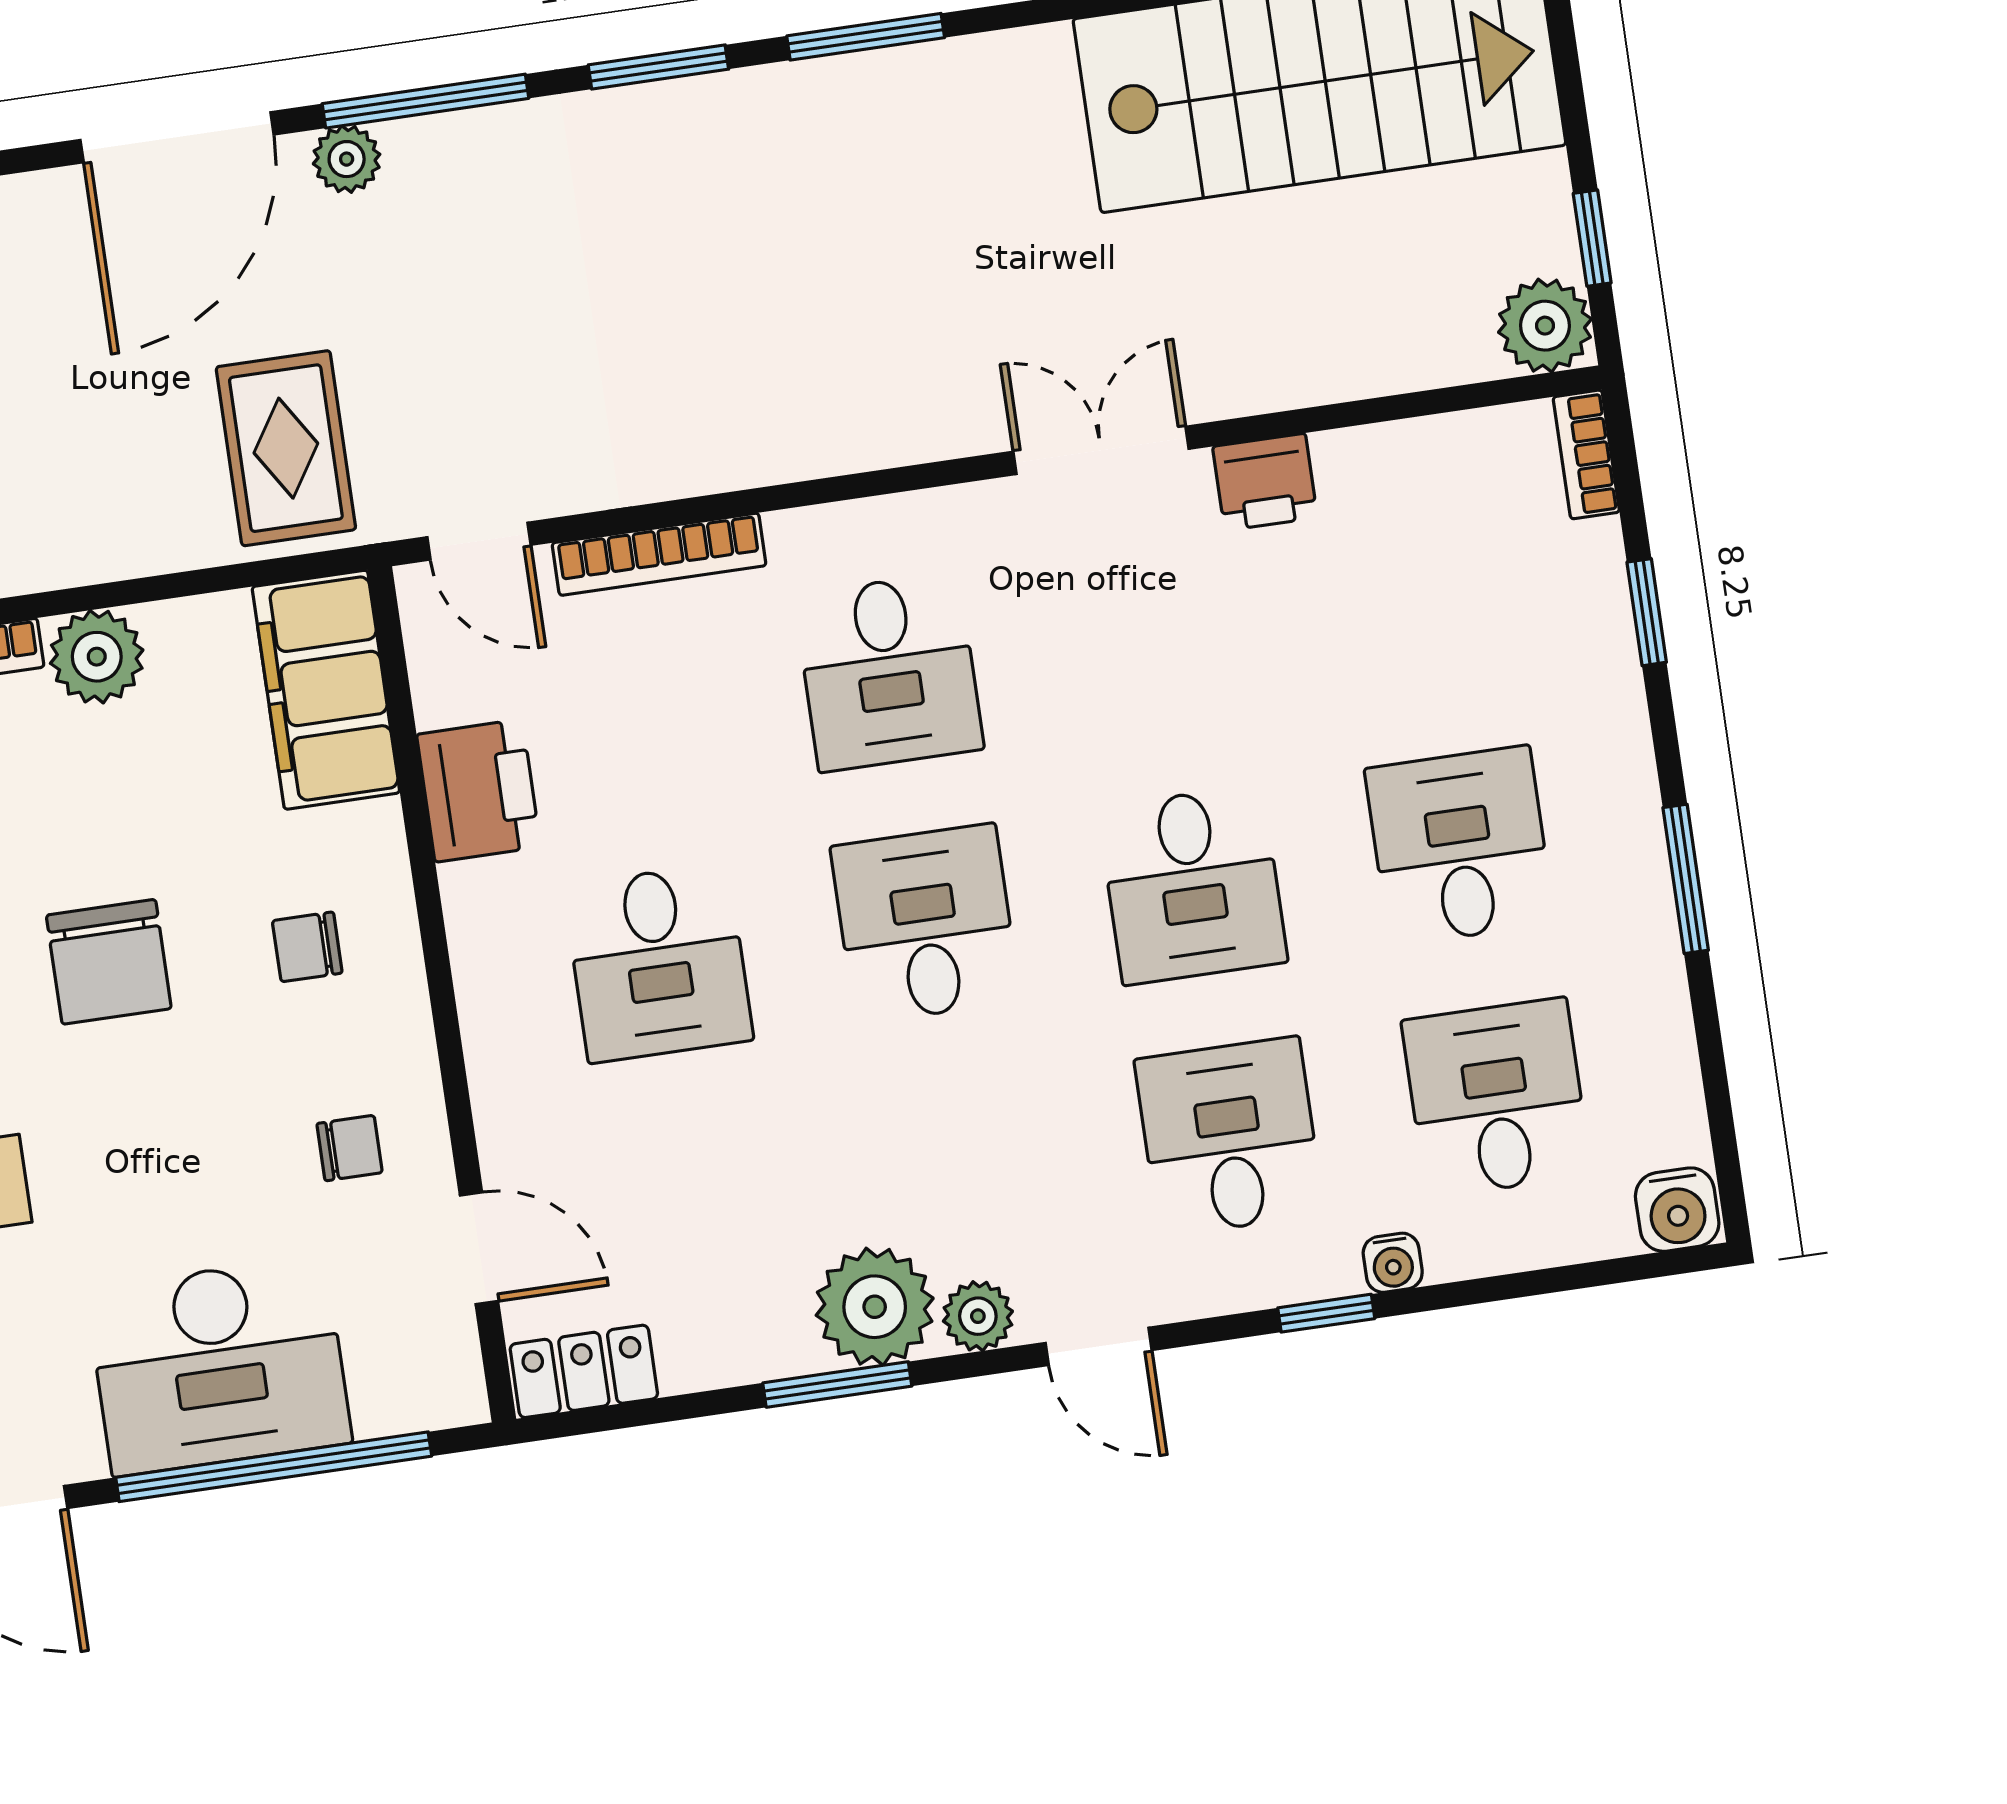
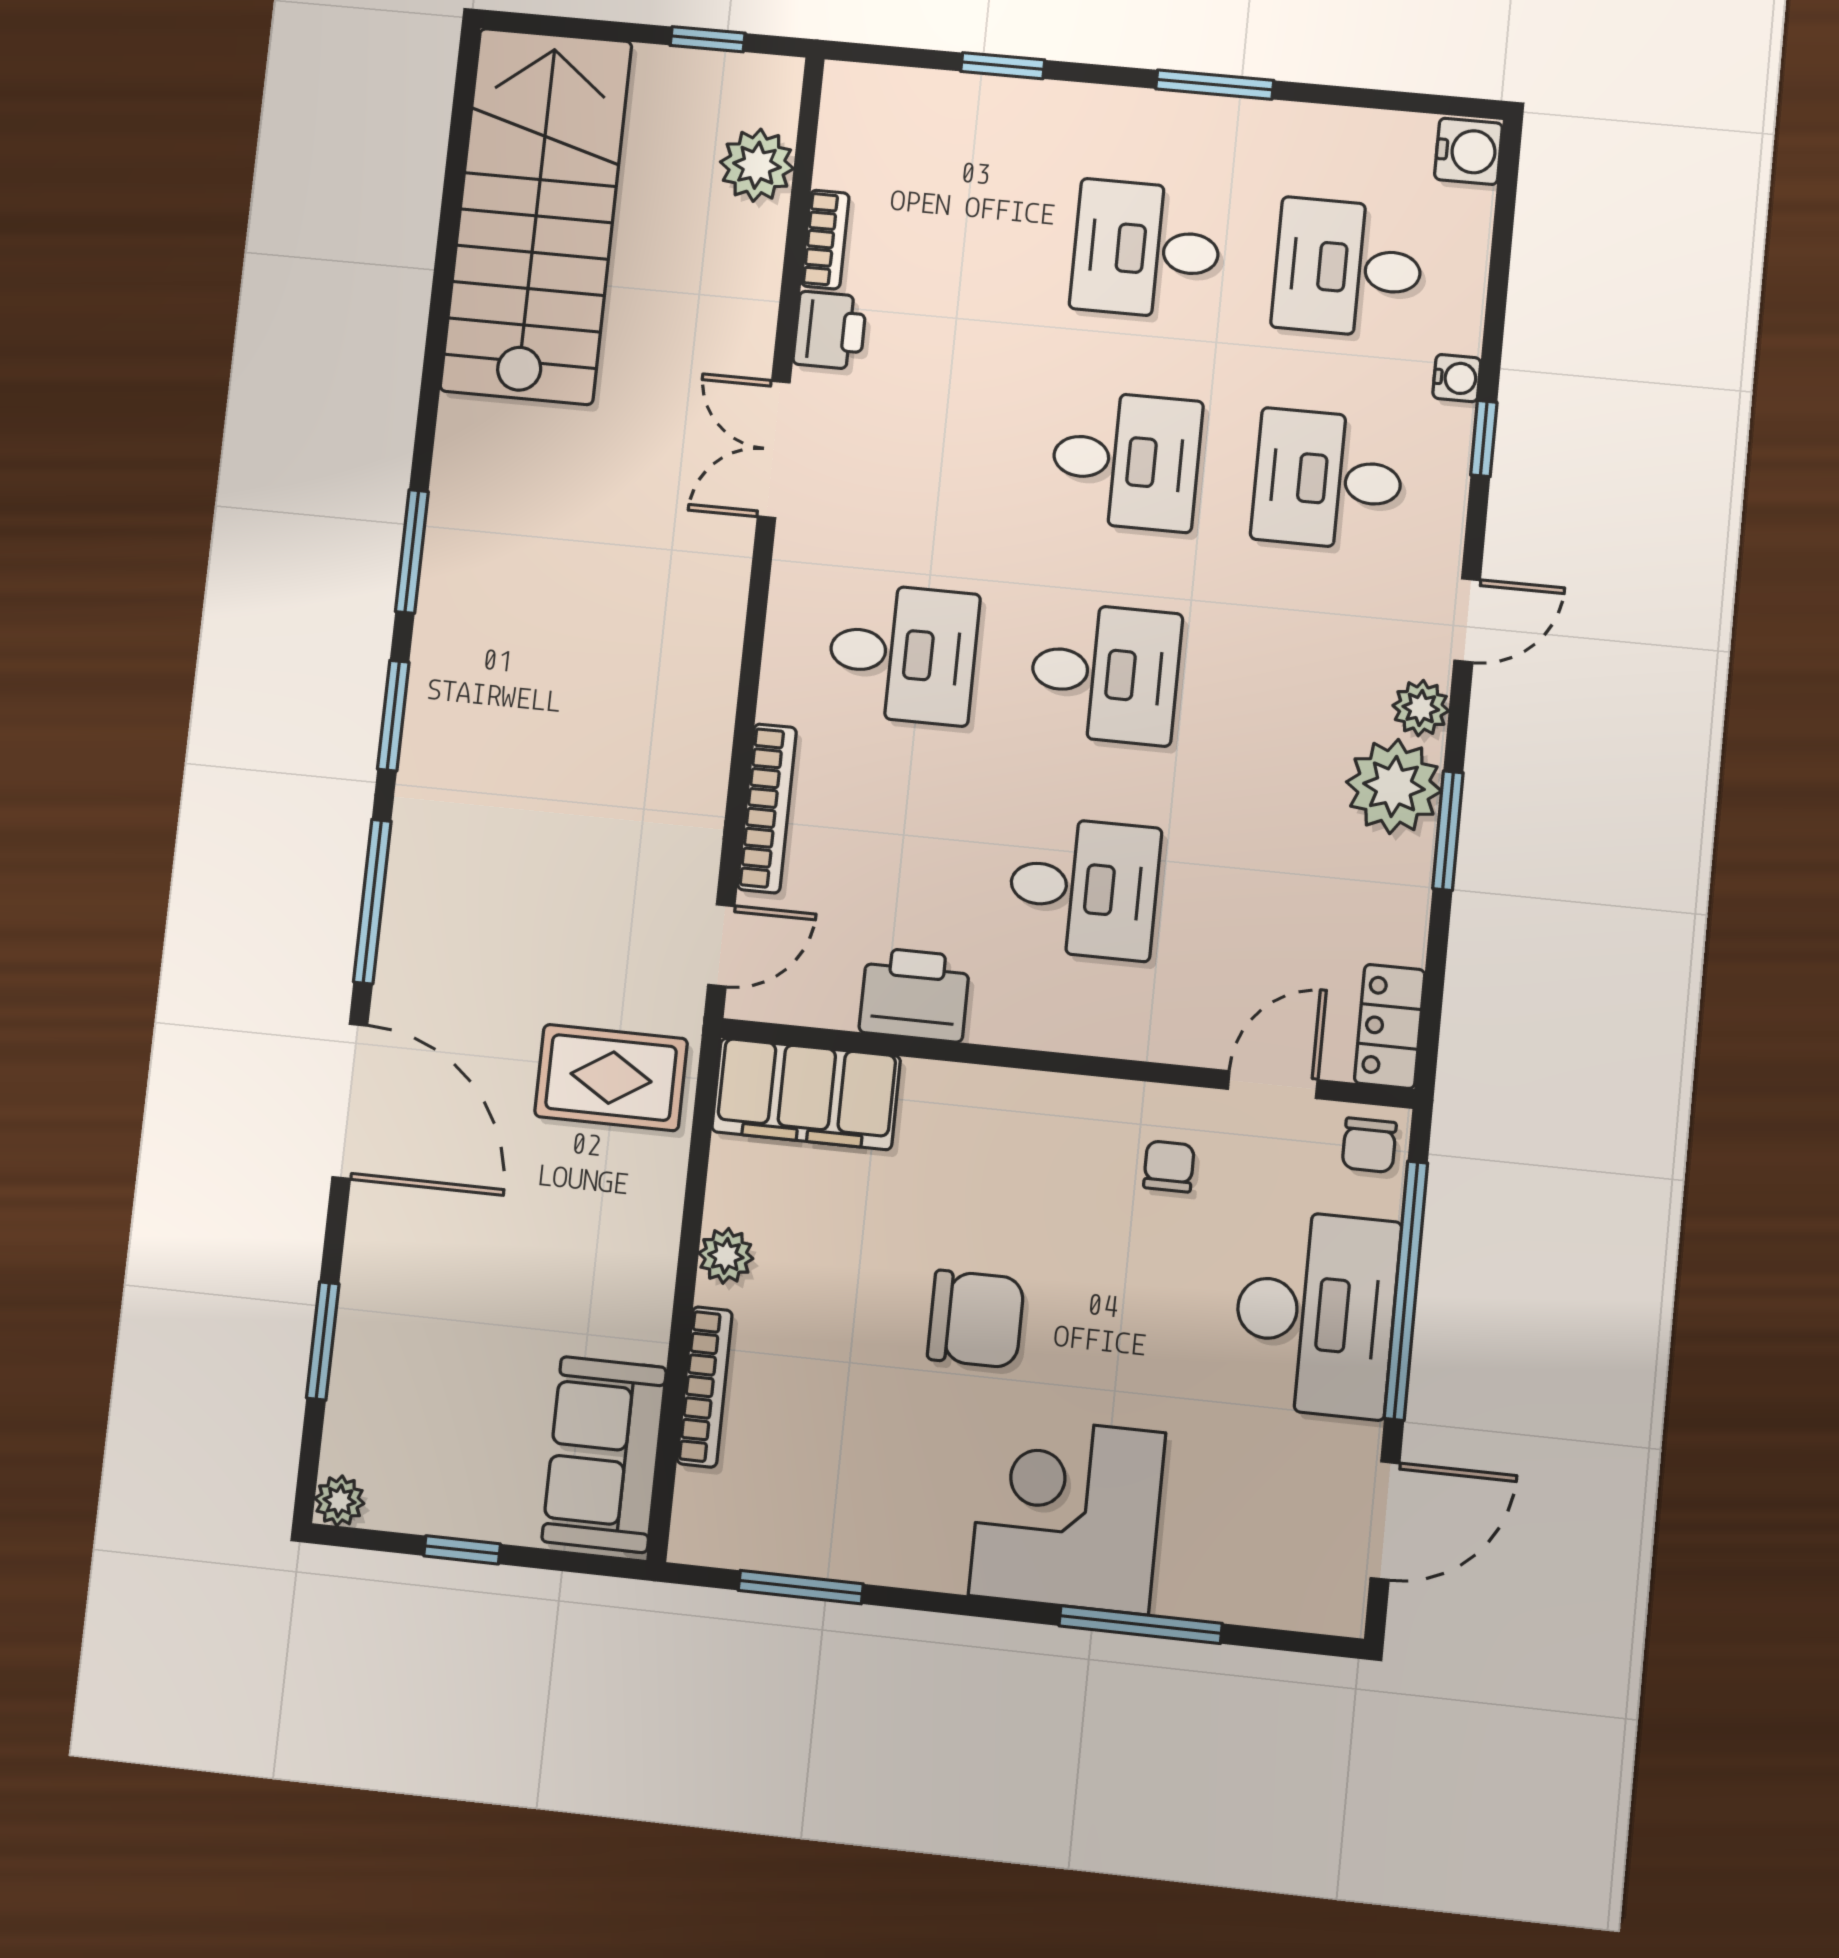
plant: (347, 159) -> (401, 974), removed
plant: (1545, 326) -> (757, 165), moved
bookcase: (1586, 454) -> (825, 240), moved, turned -90
plant: (97, 657) -> (726, 1256), width x0.73, depth x0.73
desk: (925, 924) -> (1105, 673), turned 180
chair: (307, 947) -> (1369, 1145), moved

